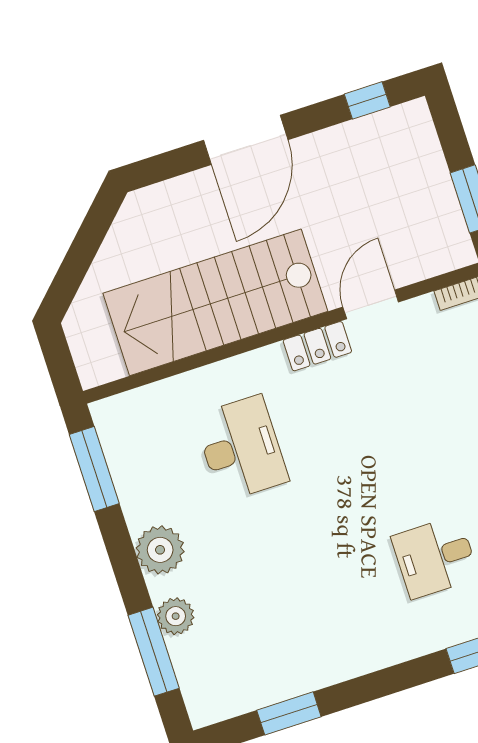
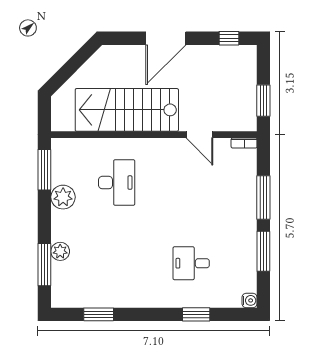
door: (371, 304) -> (199, 135), swing flipped
locker: (317, 346) -> (168, 146), removed
plant: (160, 550) -> (63, 197), moved

